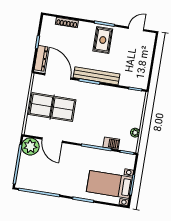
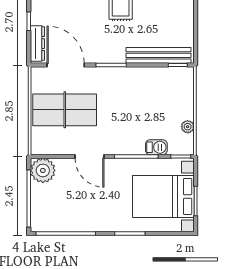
bench: (97, 76) -> (159, 55), moved
door: (52, 140) -> (89, 156), moved
bed with nightstands: (109, 184) -> (163, 197), width x1.36

